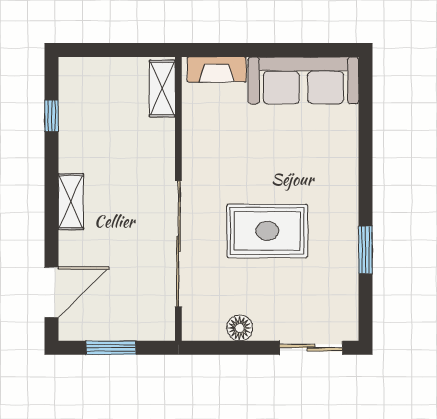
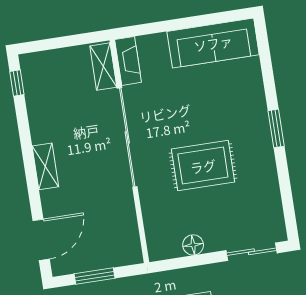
fireplace: (217, 69) -> (128, 61), moved, turned -90
window: (51, 116) -> (17, 83), moved
sliding door: (178, 244) -> (127, 137), moved
window: (366, 250) -> (276, 128), moved

